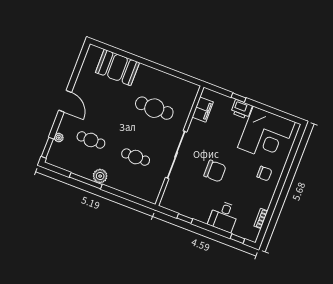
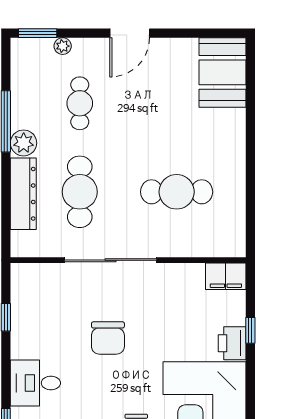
booth: (118, 67) -> (223, 72), moved
cafe table: (154, 108) -> (177, 192), turned 90
filing cabinet: (203, 110) -> (226, 276), moved
cafe table: (136, 157) -> (80, 192), width x1.37, depth x1.35
dresser: (126, 186) -> (23, 194), added

